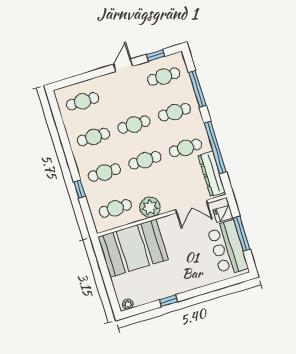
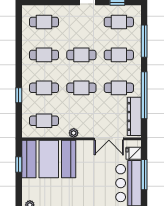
plant: (150, 207) -> (74, 133), width x0.53, depth x0.53
window: (102, 264) -> (19, 165), added

